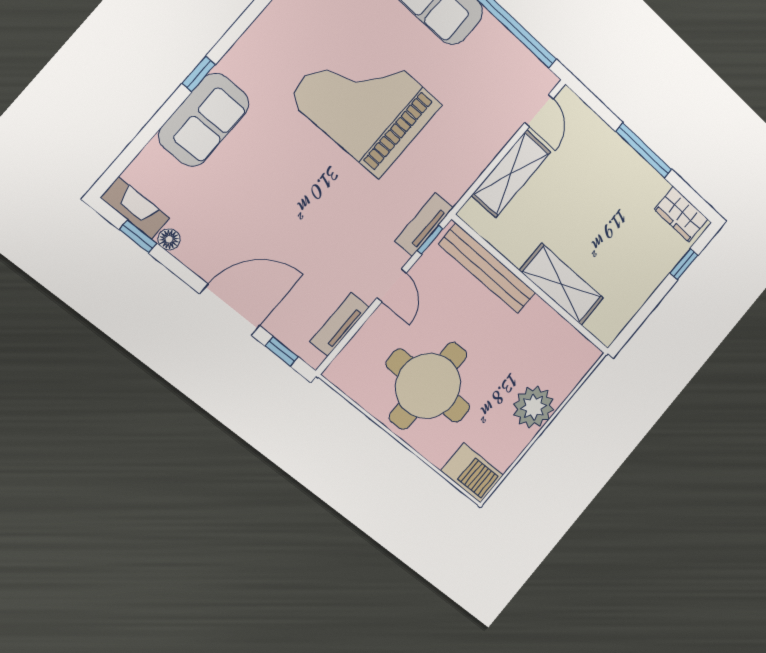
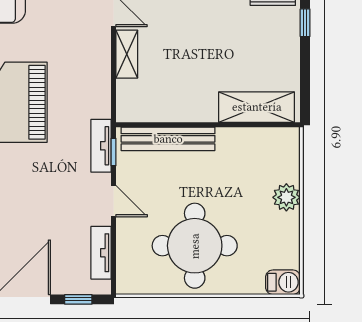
shelving: (511, 174) -> (127, 54), width x0.67, depth x0.75
shelving: (562, 284) -> (257, 107), moved
plant: (534, 407) -> (286, 197), width x0.73, depth x0.73
barbecue: (472, 473) -> (283, 282), width x0.73, depth x0.79

